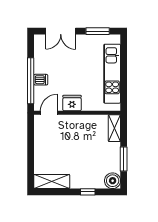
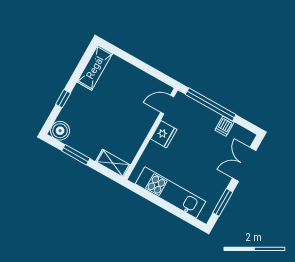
dishwasher: (41, 80) -> (224, 126), moved
door: (49, 113) -> (167, 105), swing flipped

